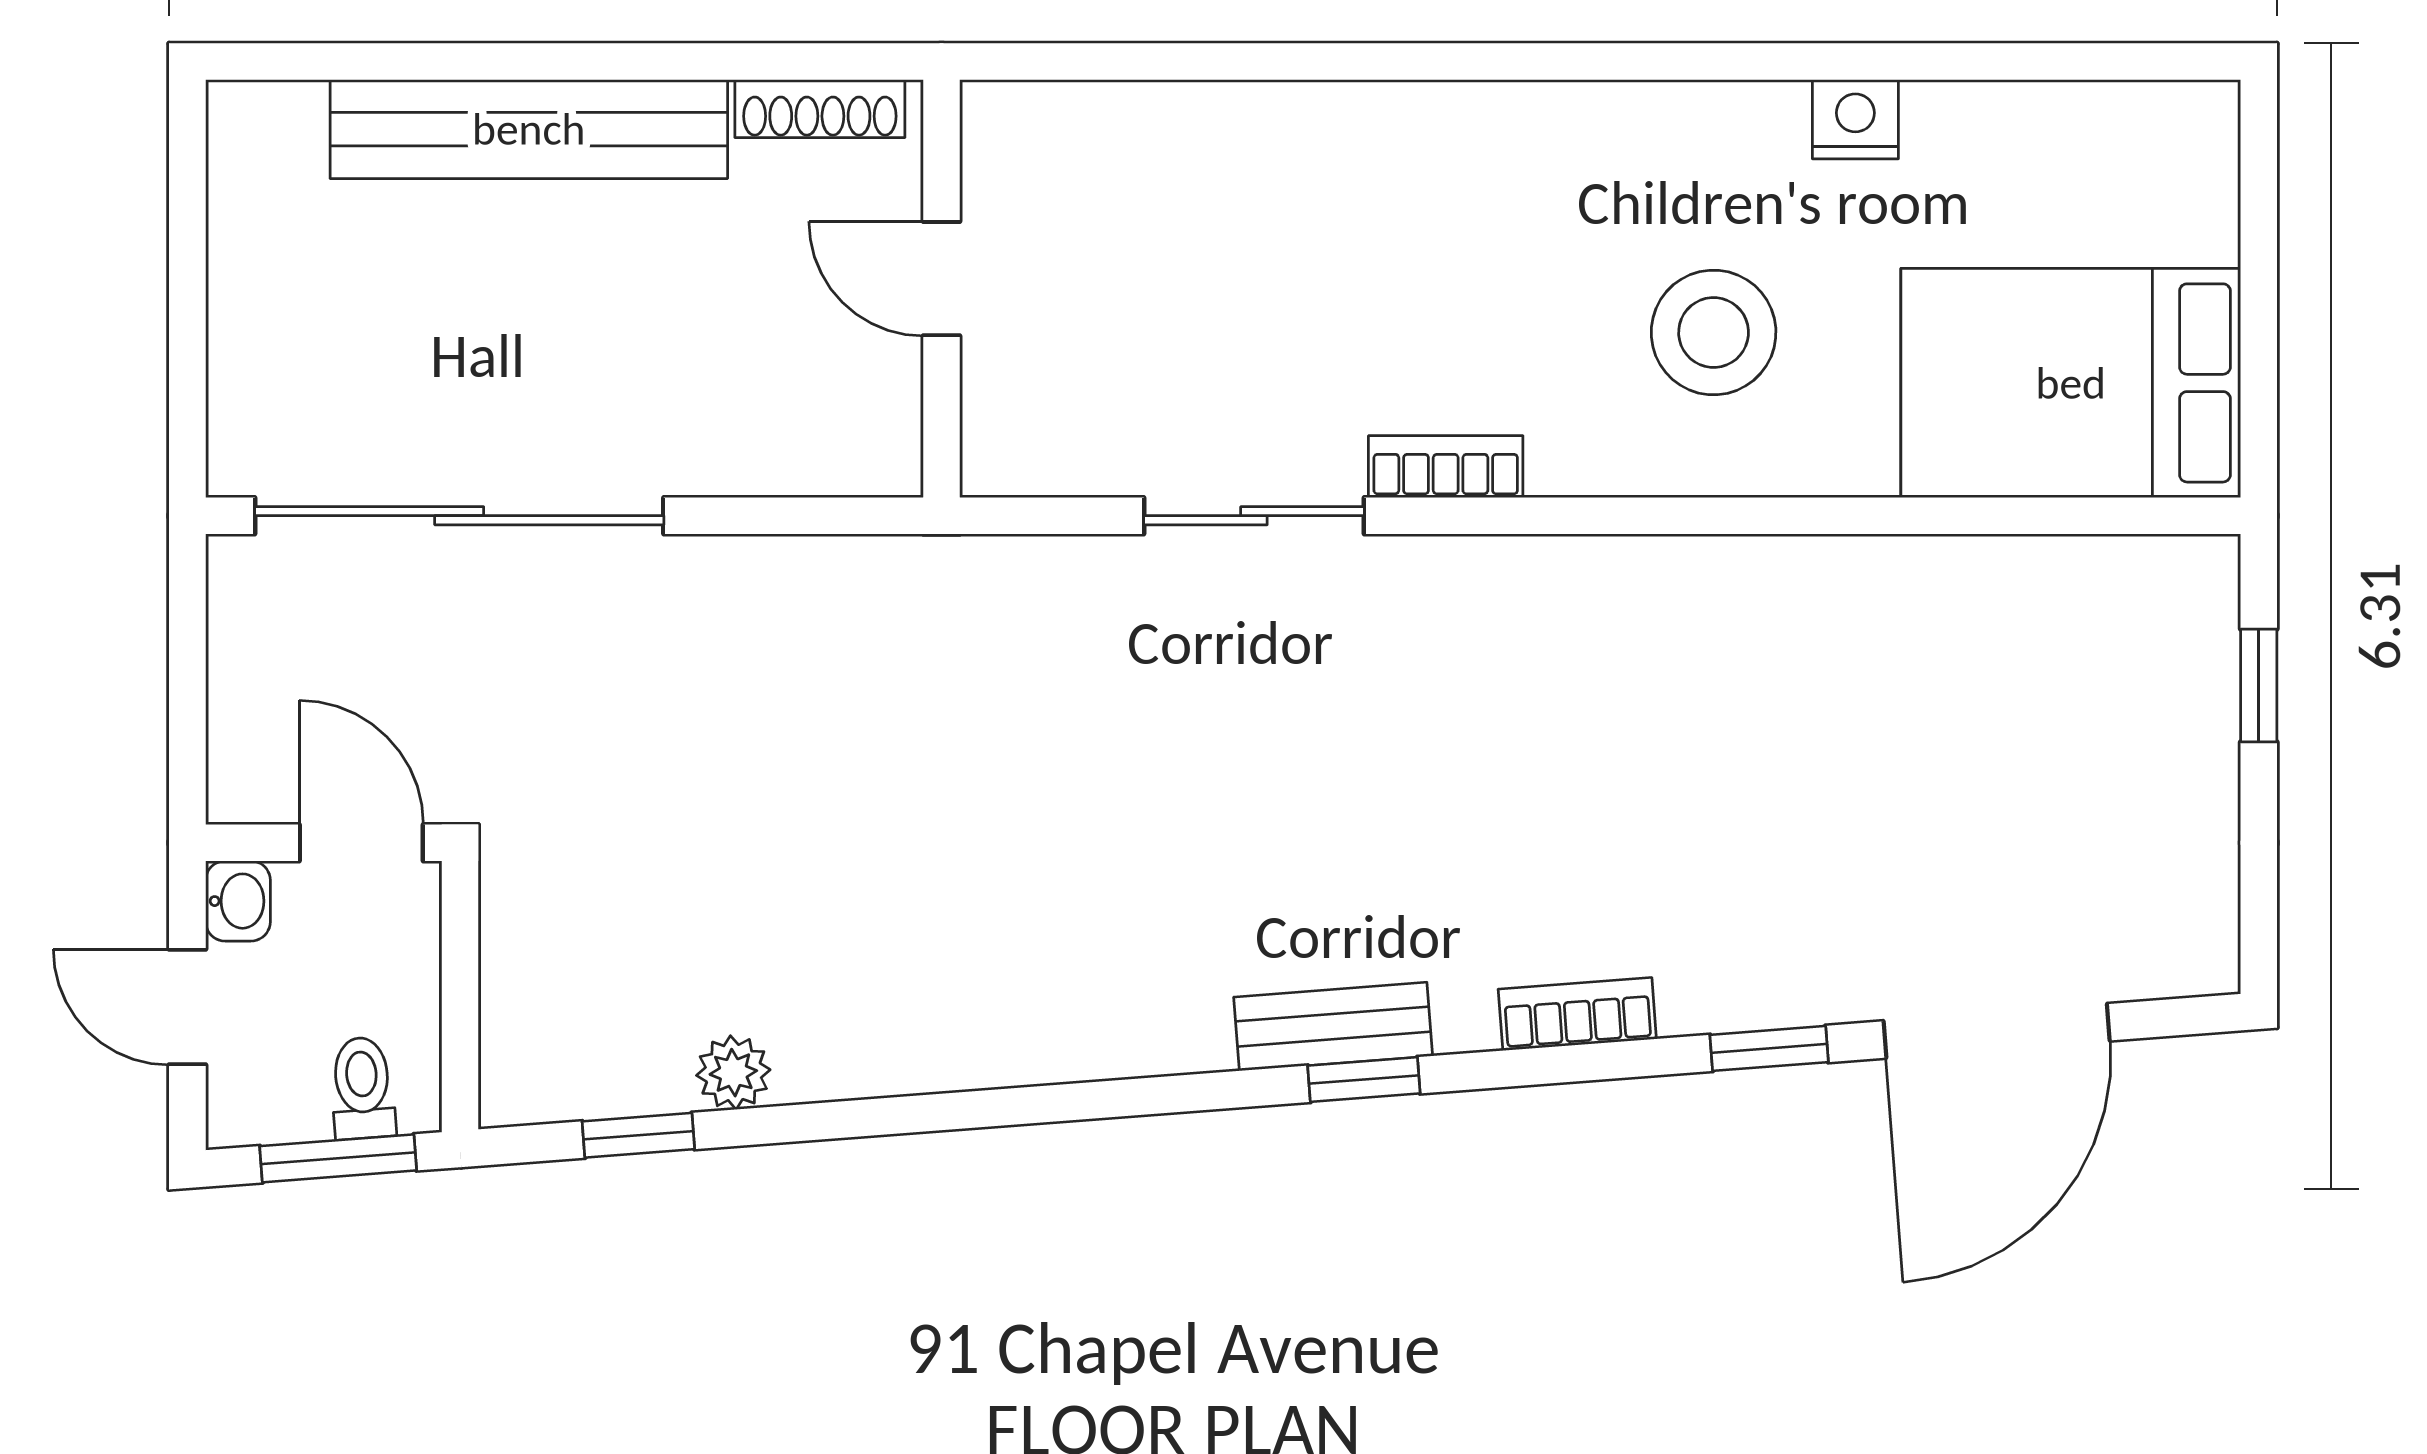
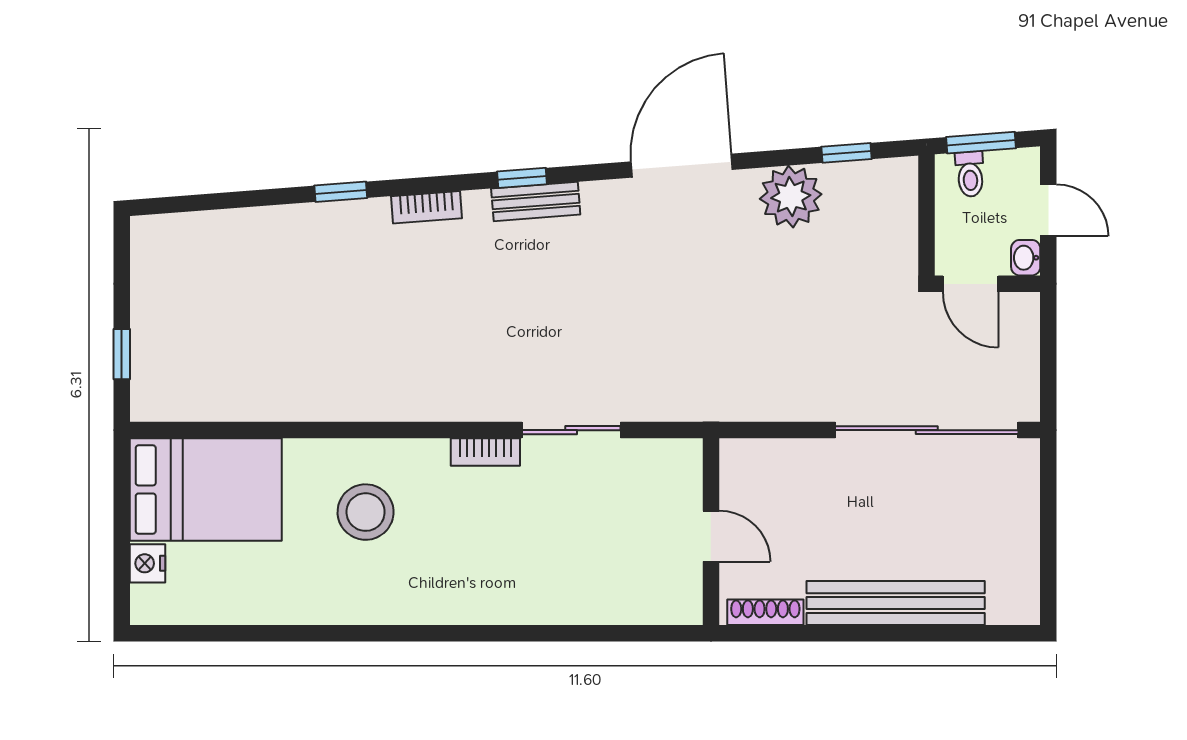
nightstand: (1855, 119) -> (147, 563), moved, turned 90
door: (1997, 1031) -> (682, 166), moved
plant: (733, 1073) -> (791, 197), width x1.87, depth x1.87

